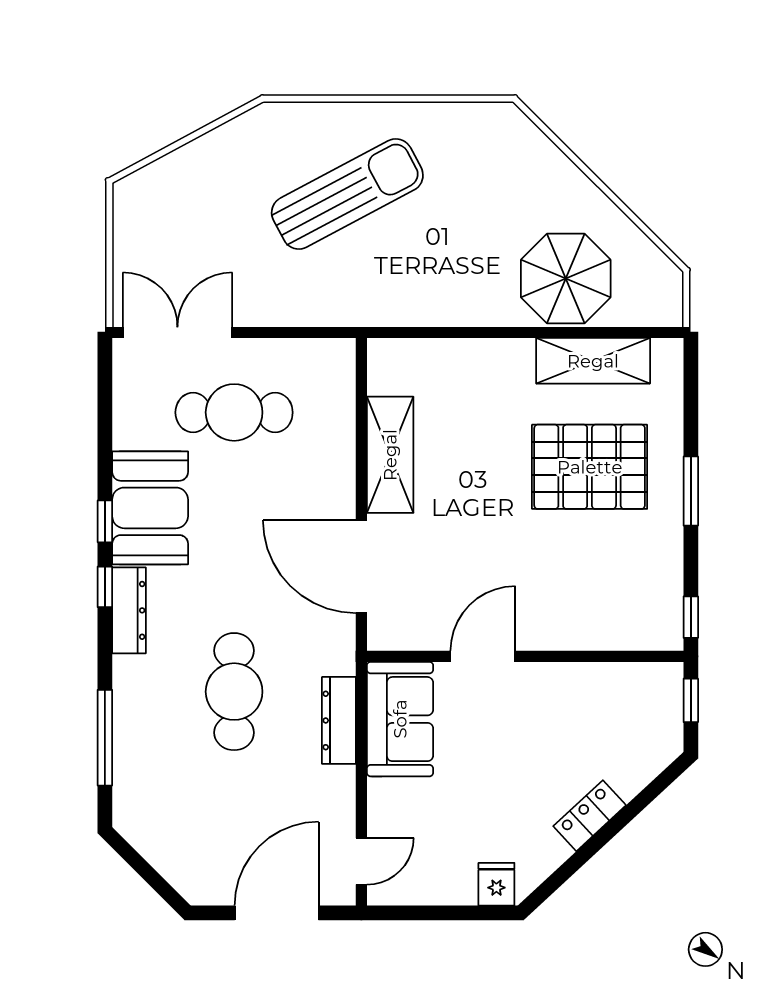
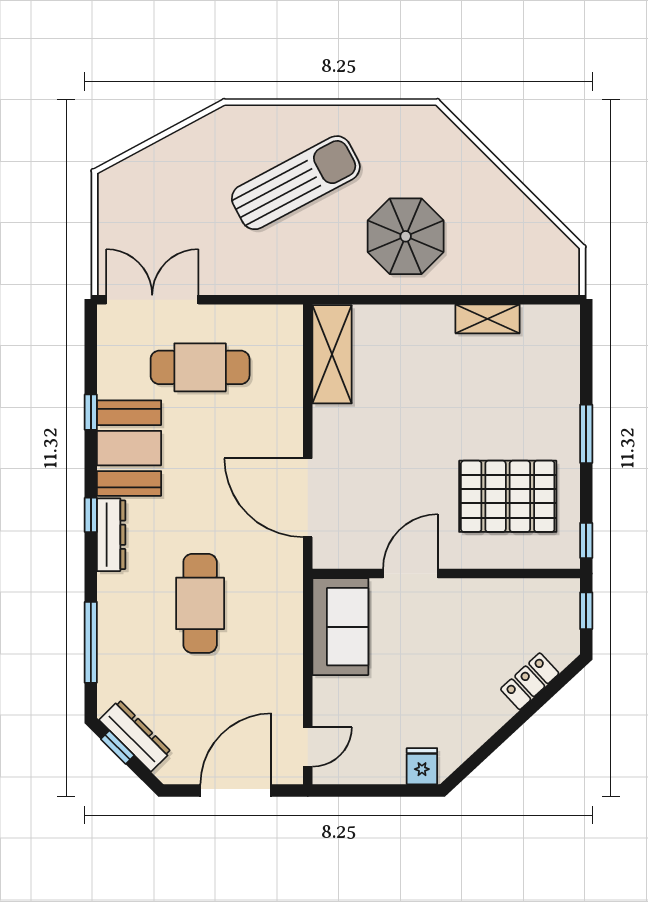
parasol: (566, 279) -> (406, 236), moved
shelving: (593, 361) -> (488, 319), width x0.67, depth x0.75
shelving: (390, 455) -> (332, 354), moved
pallet: (590, 467) -> (508, 496), moved
window: (105, 521) -> (91, 412), moved
dresser: (339, 720) -> (135, 736), moved, turned 135
locker: (590, 816) -> (530, 681), moved
window: (136, 862) -> (118, 747), added

